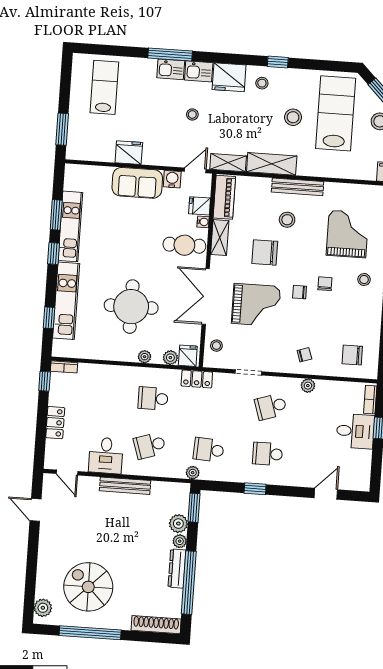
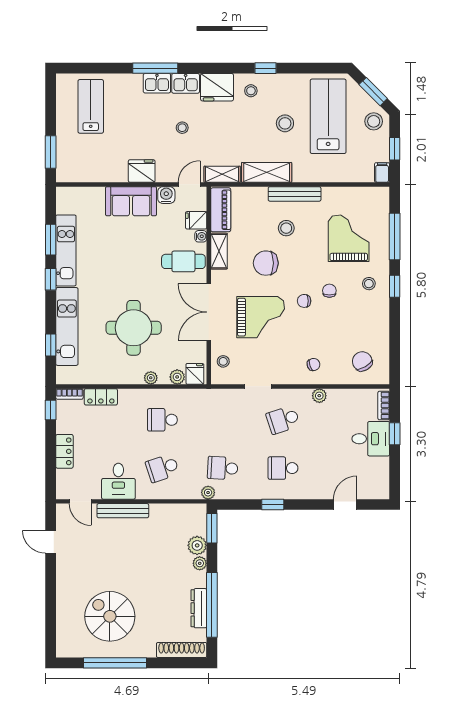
fridge: (129, 153) -> (142, 171), moved
chair: (352, 355) -> (362, 361), turned 60
locker: (197, 379) -> (101, 397), moved
bench: (125, 486) -> (123, 511), moved
dresser: (177, 569) -> (199, 608), moved
plant: (43, 608) -> (65, 641), removed

